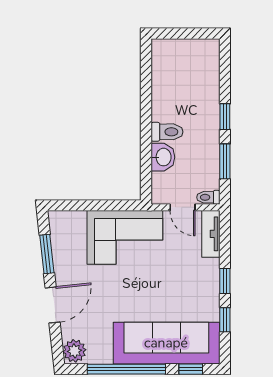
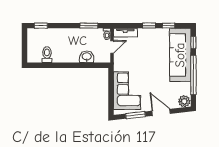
window: (225, 117) -> (41, 26), moved
toilet: (167, 132) -> (47, 55), moved
corner sofa: (125, 237) -> (127, 91), moved

